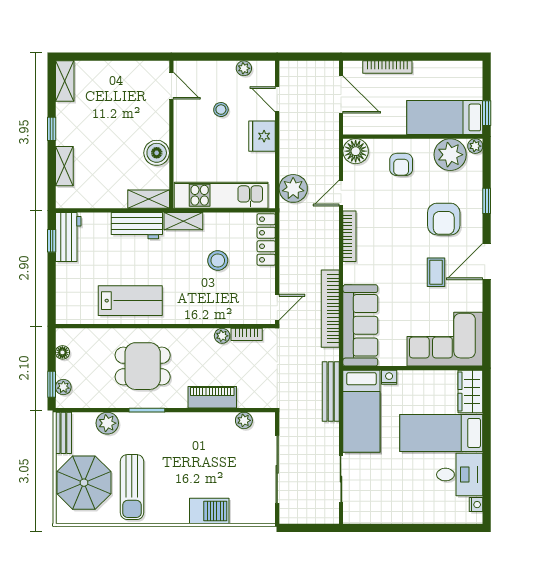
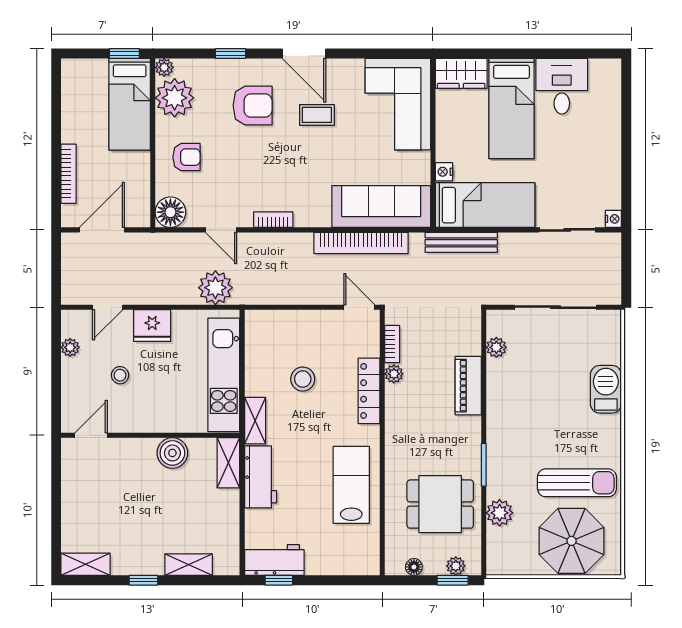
bookcase: (349, 236) -> (273, 220), width x0.64
locker: (266, 239) -> (369, 391), moved, turned 90
dining table: (143, 366) -> (440, 504), moved, turned 90
bench: (63, 433) -> (511, 566), removed
nightstand: (476, 505) -> (613, 219), moved, turned 90

